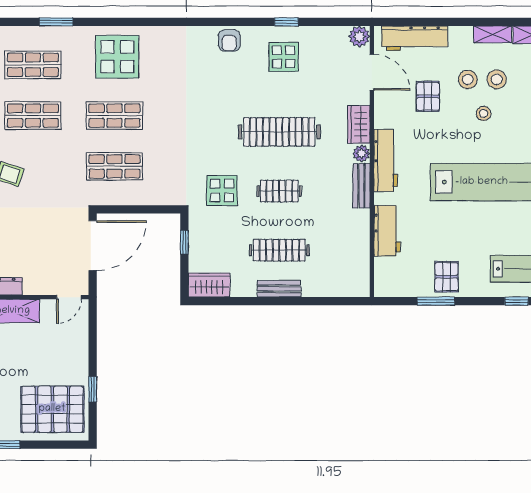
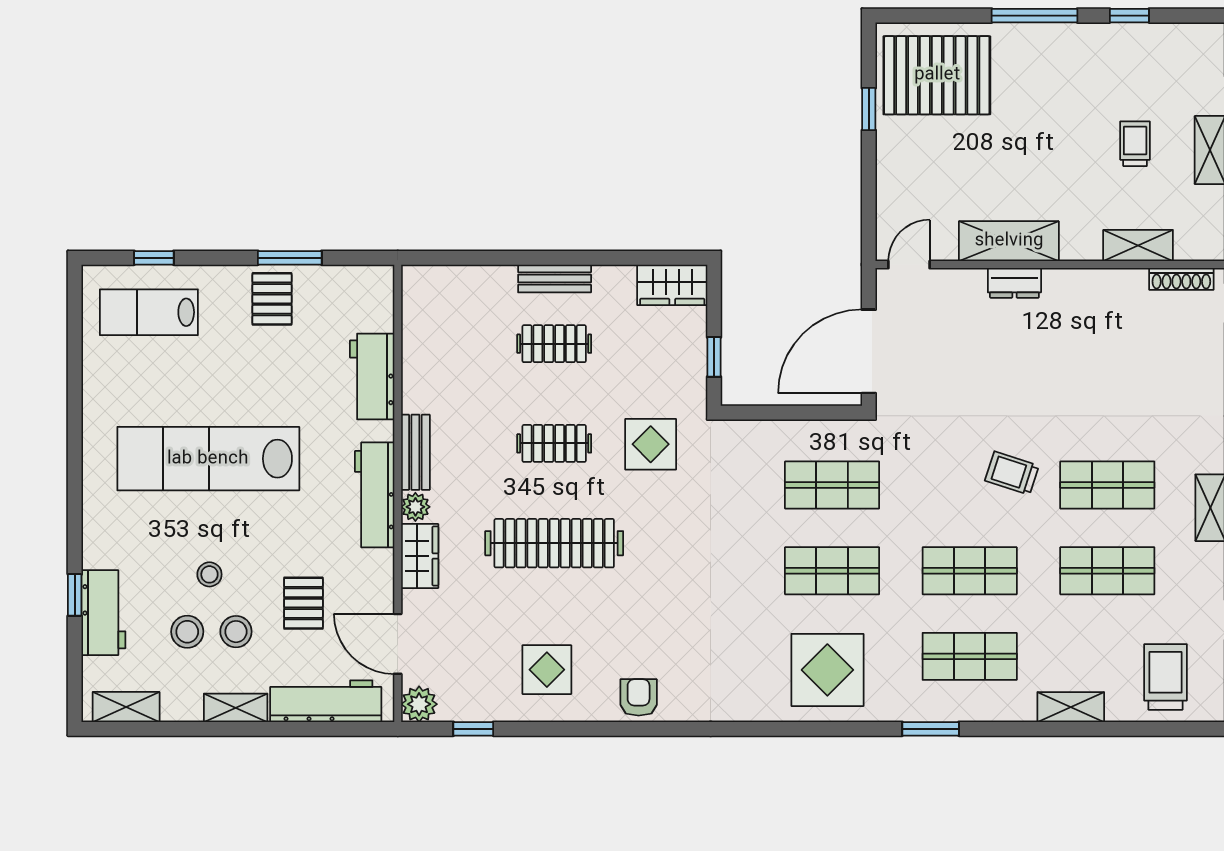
window: (286, 22) -> (473, 729), moved
shelving: (493, 34) -> (236, 708), moved
clothes rail: (279, 250) -> (554, 344), width x0.73

